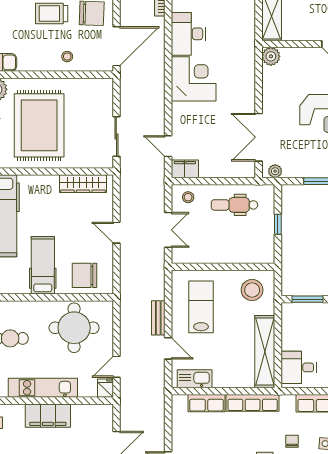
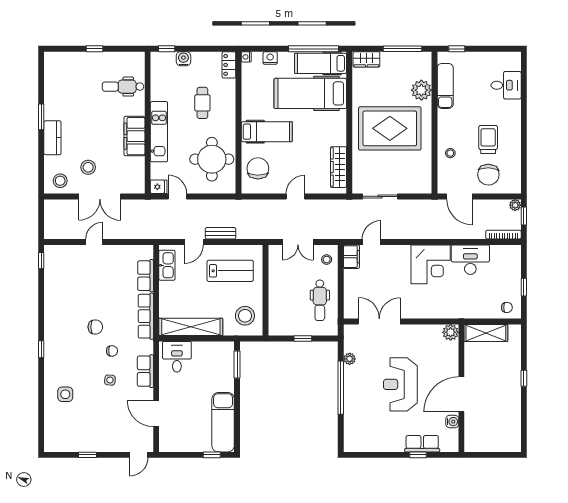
door: (116, 46) -> (459, 196), width x0.73
plant: (275, 171) -> (350, 359), moved
dental chair: (234, 205) -> (320, 300), turned 180

